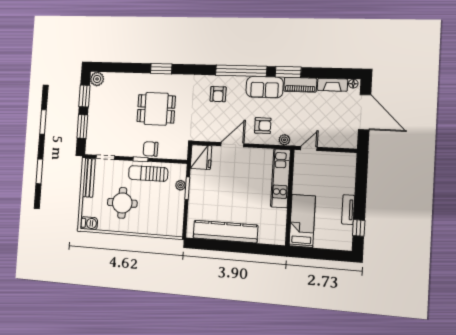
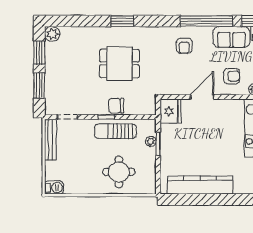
round table: (122, 203) -> (119, 172), moved

